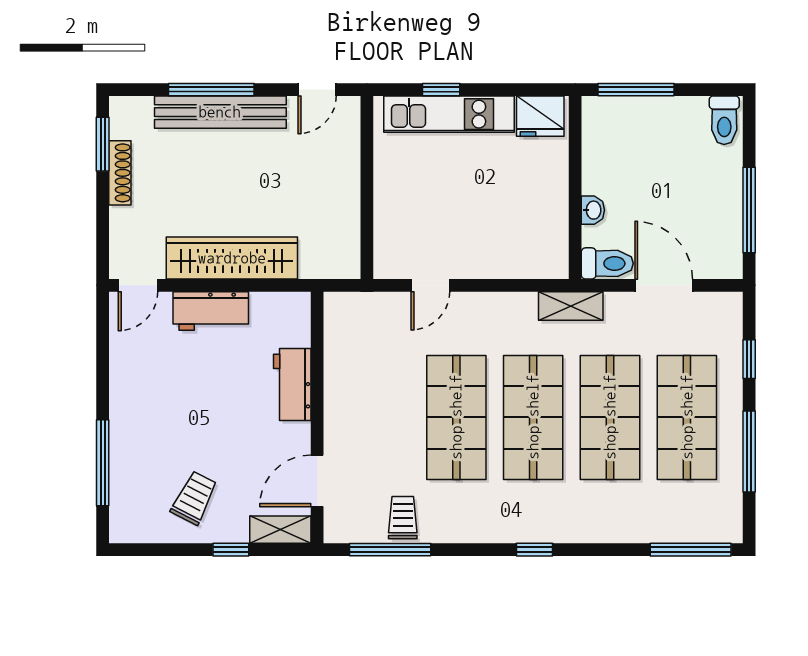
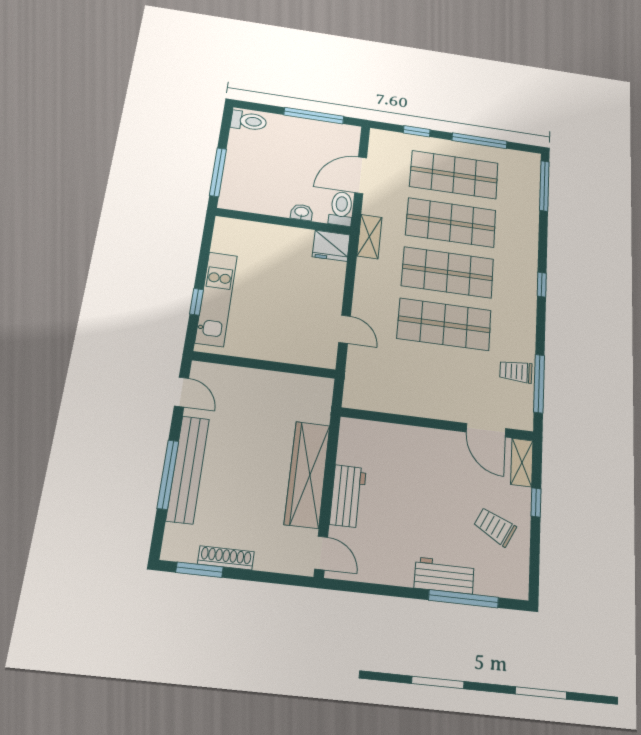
fridge: (540, 116) -> (331, 246), moved, turned 90
workbench: (292, 384) -> (444, 576), moved, turned 180

